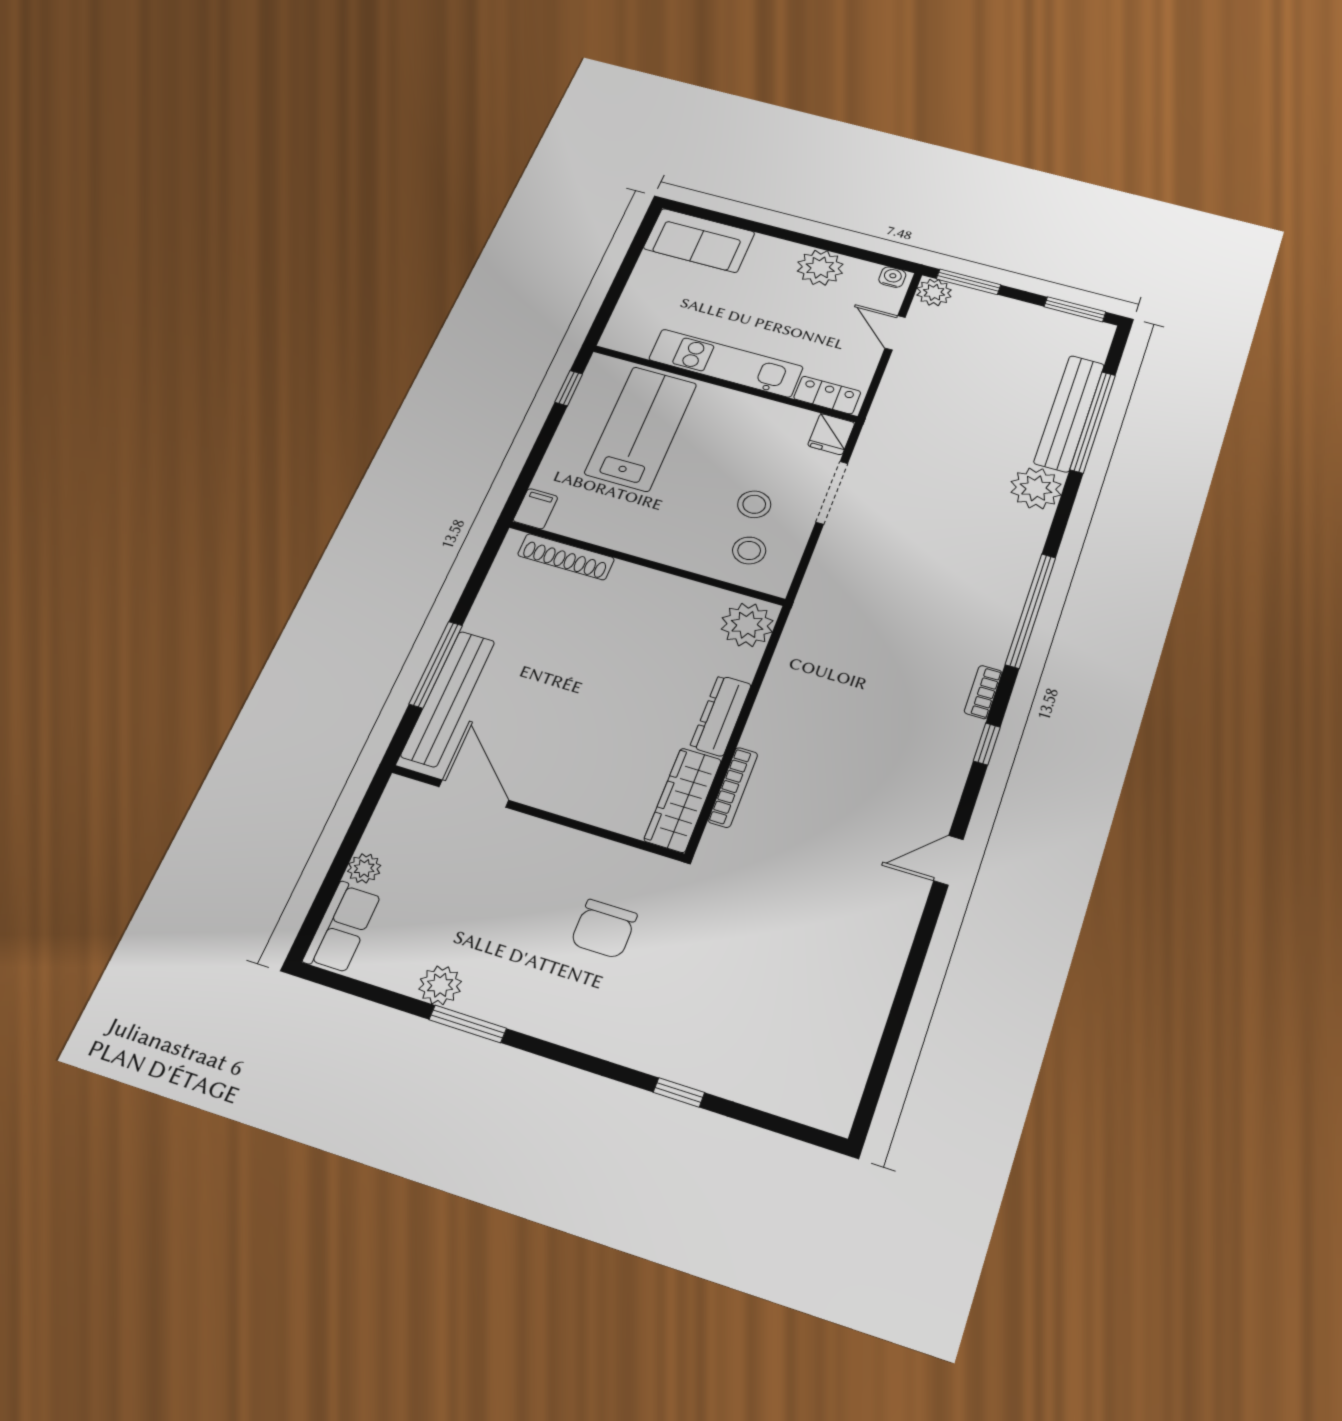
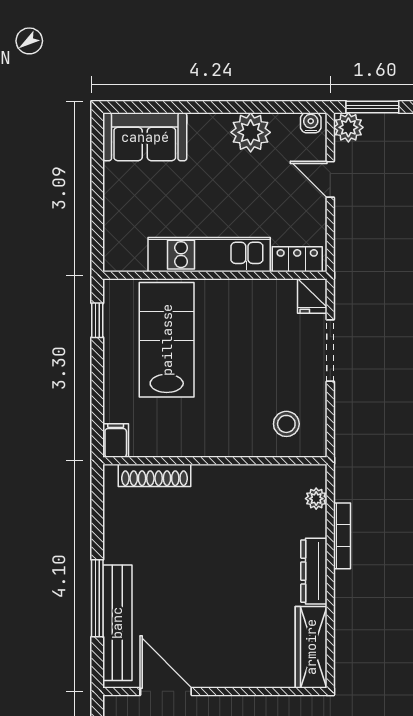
stool: (754, 504) -> (276, 381), removed
plant: (747, 625) -> (316, 499), width x0.53, depth x0.53
bookcase: (733, 787) -> (342, 536), moved

